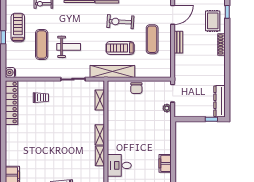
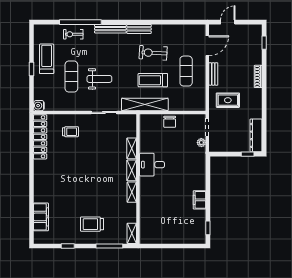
rug: (213, 21) -> (228, 100), moved, turned 90
shelving: (100, 100) -> (132, 148), moved
desk: (119, 165) -> (152, 165), moved

